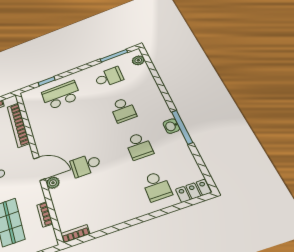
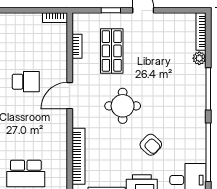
door: (39, 169) -> (70, 96), hinge flipped
plant: (53, 183) -> (61, 75), removed

